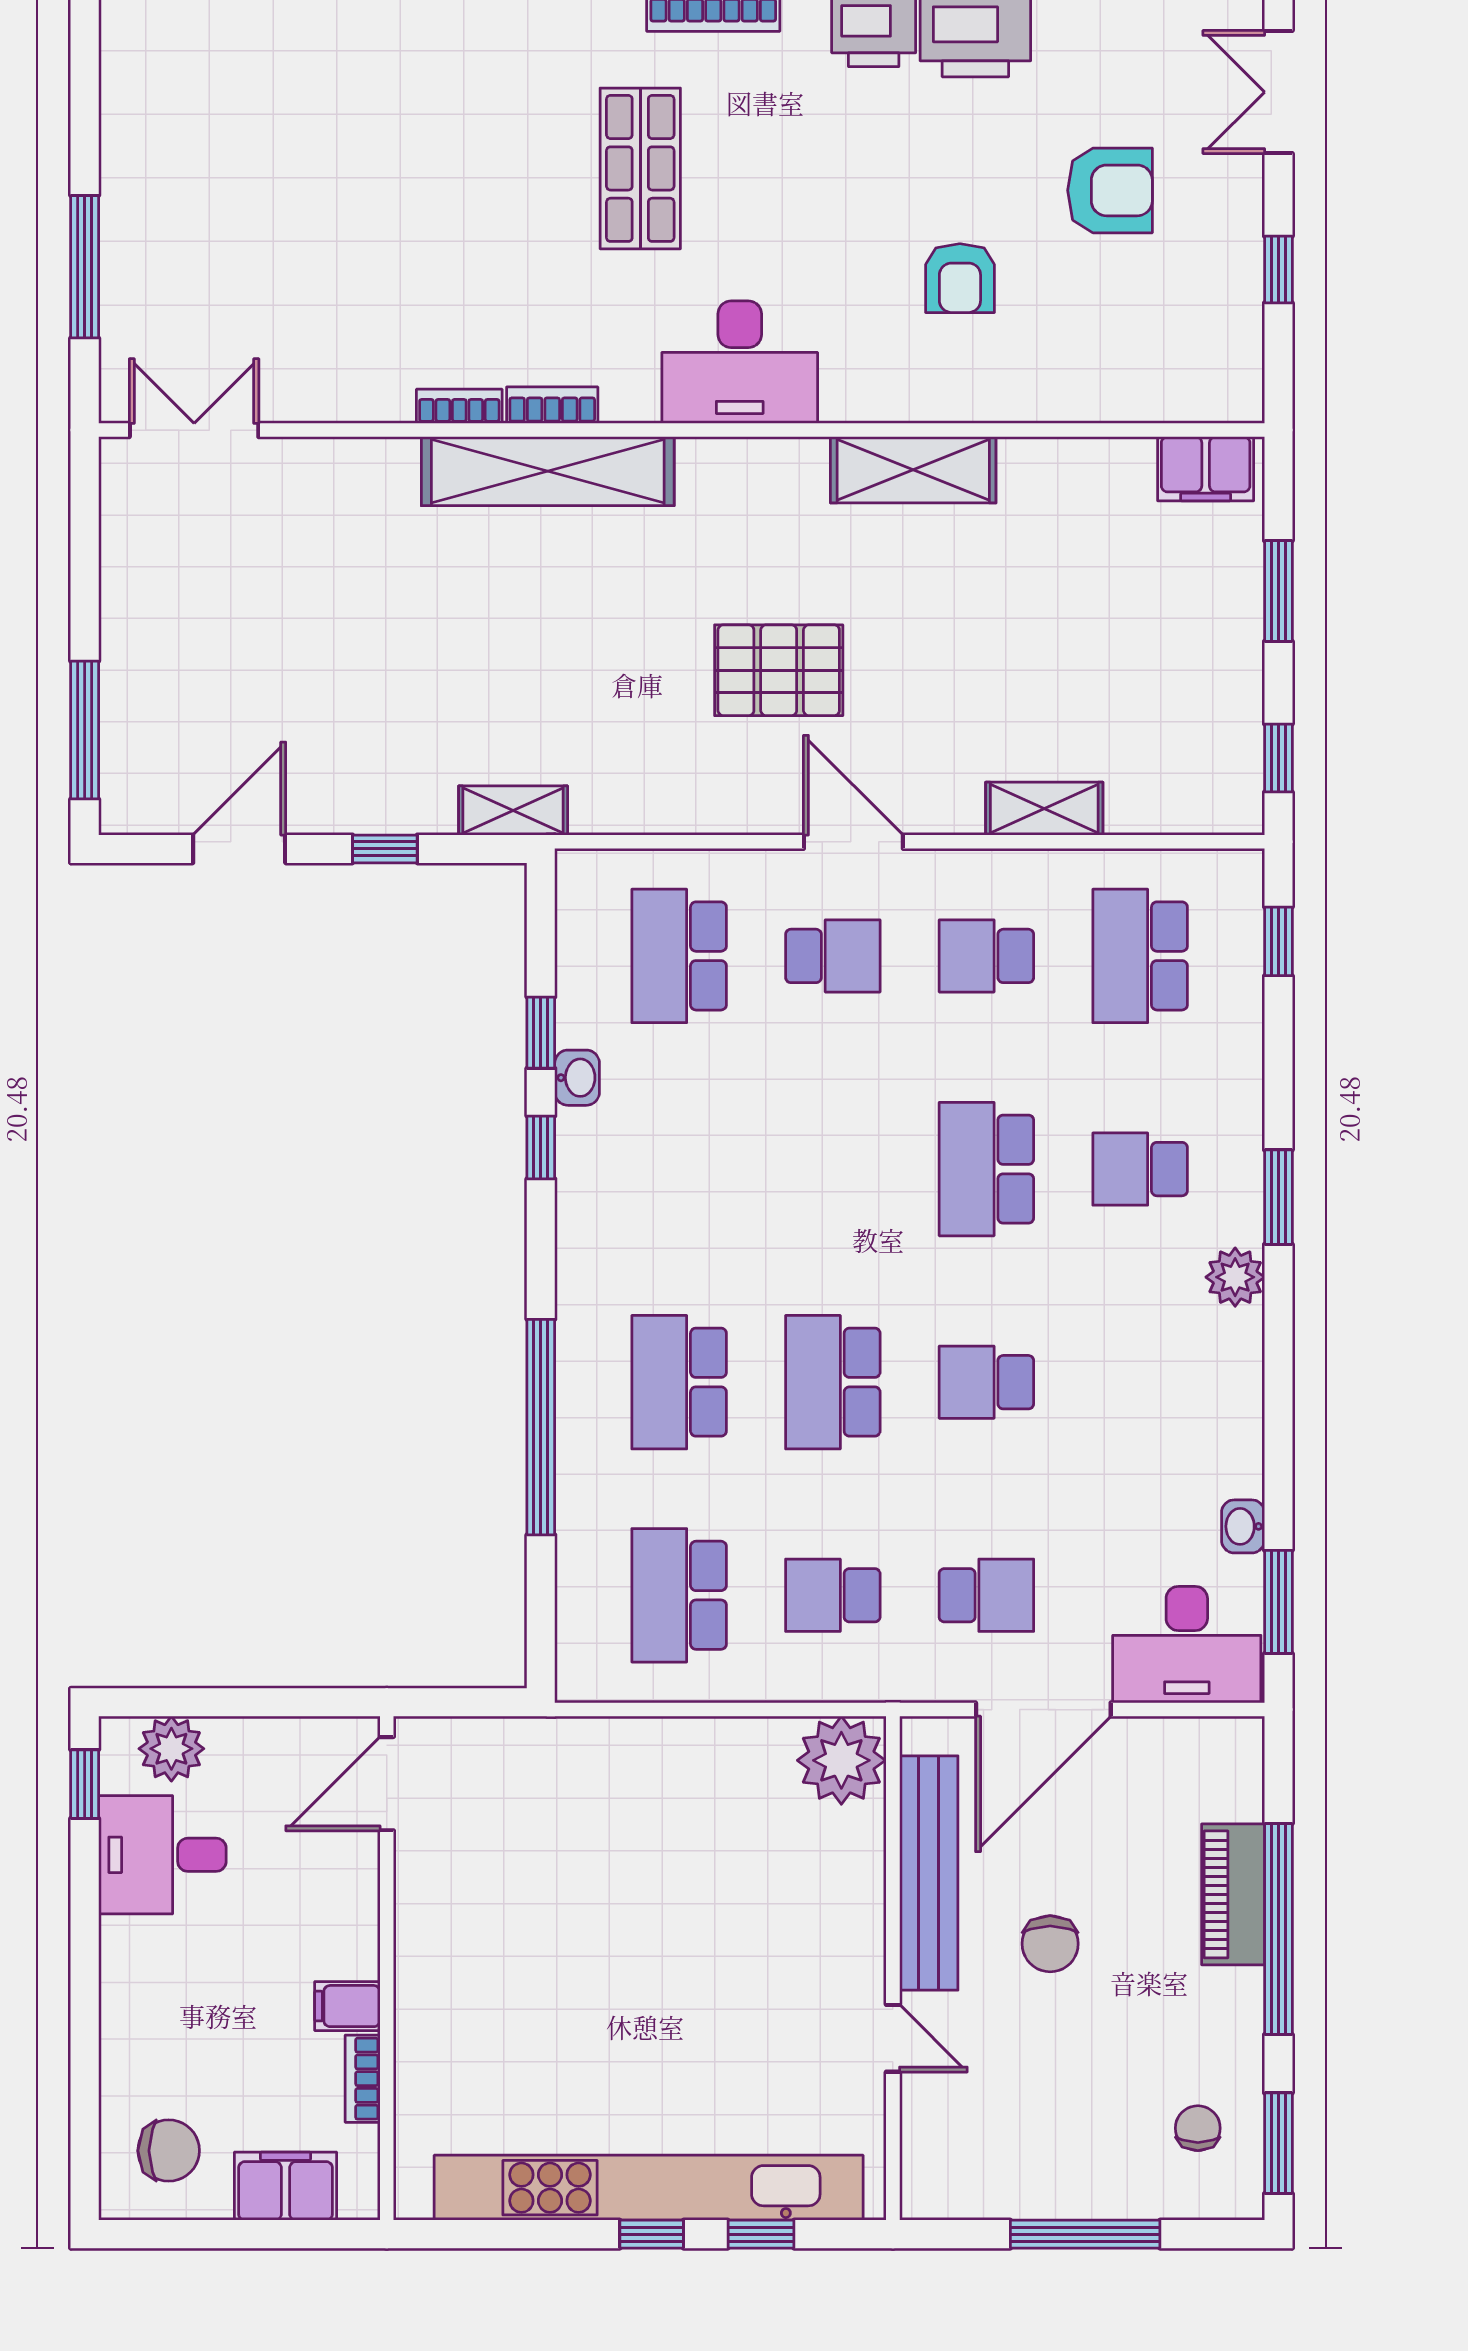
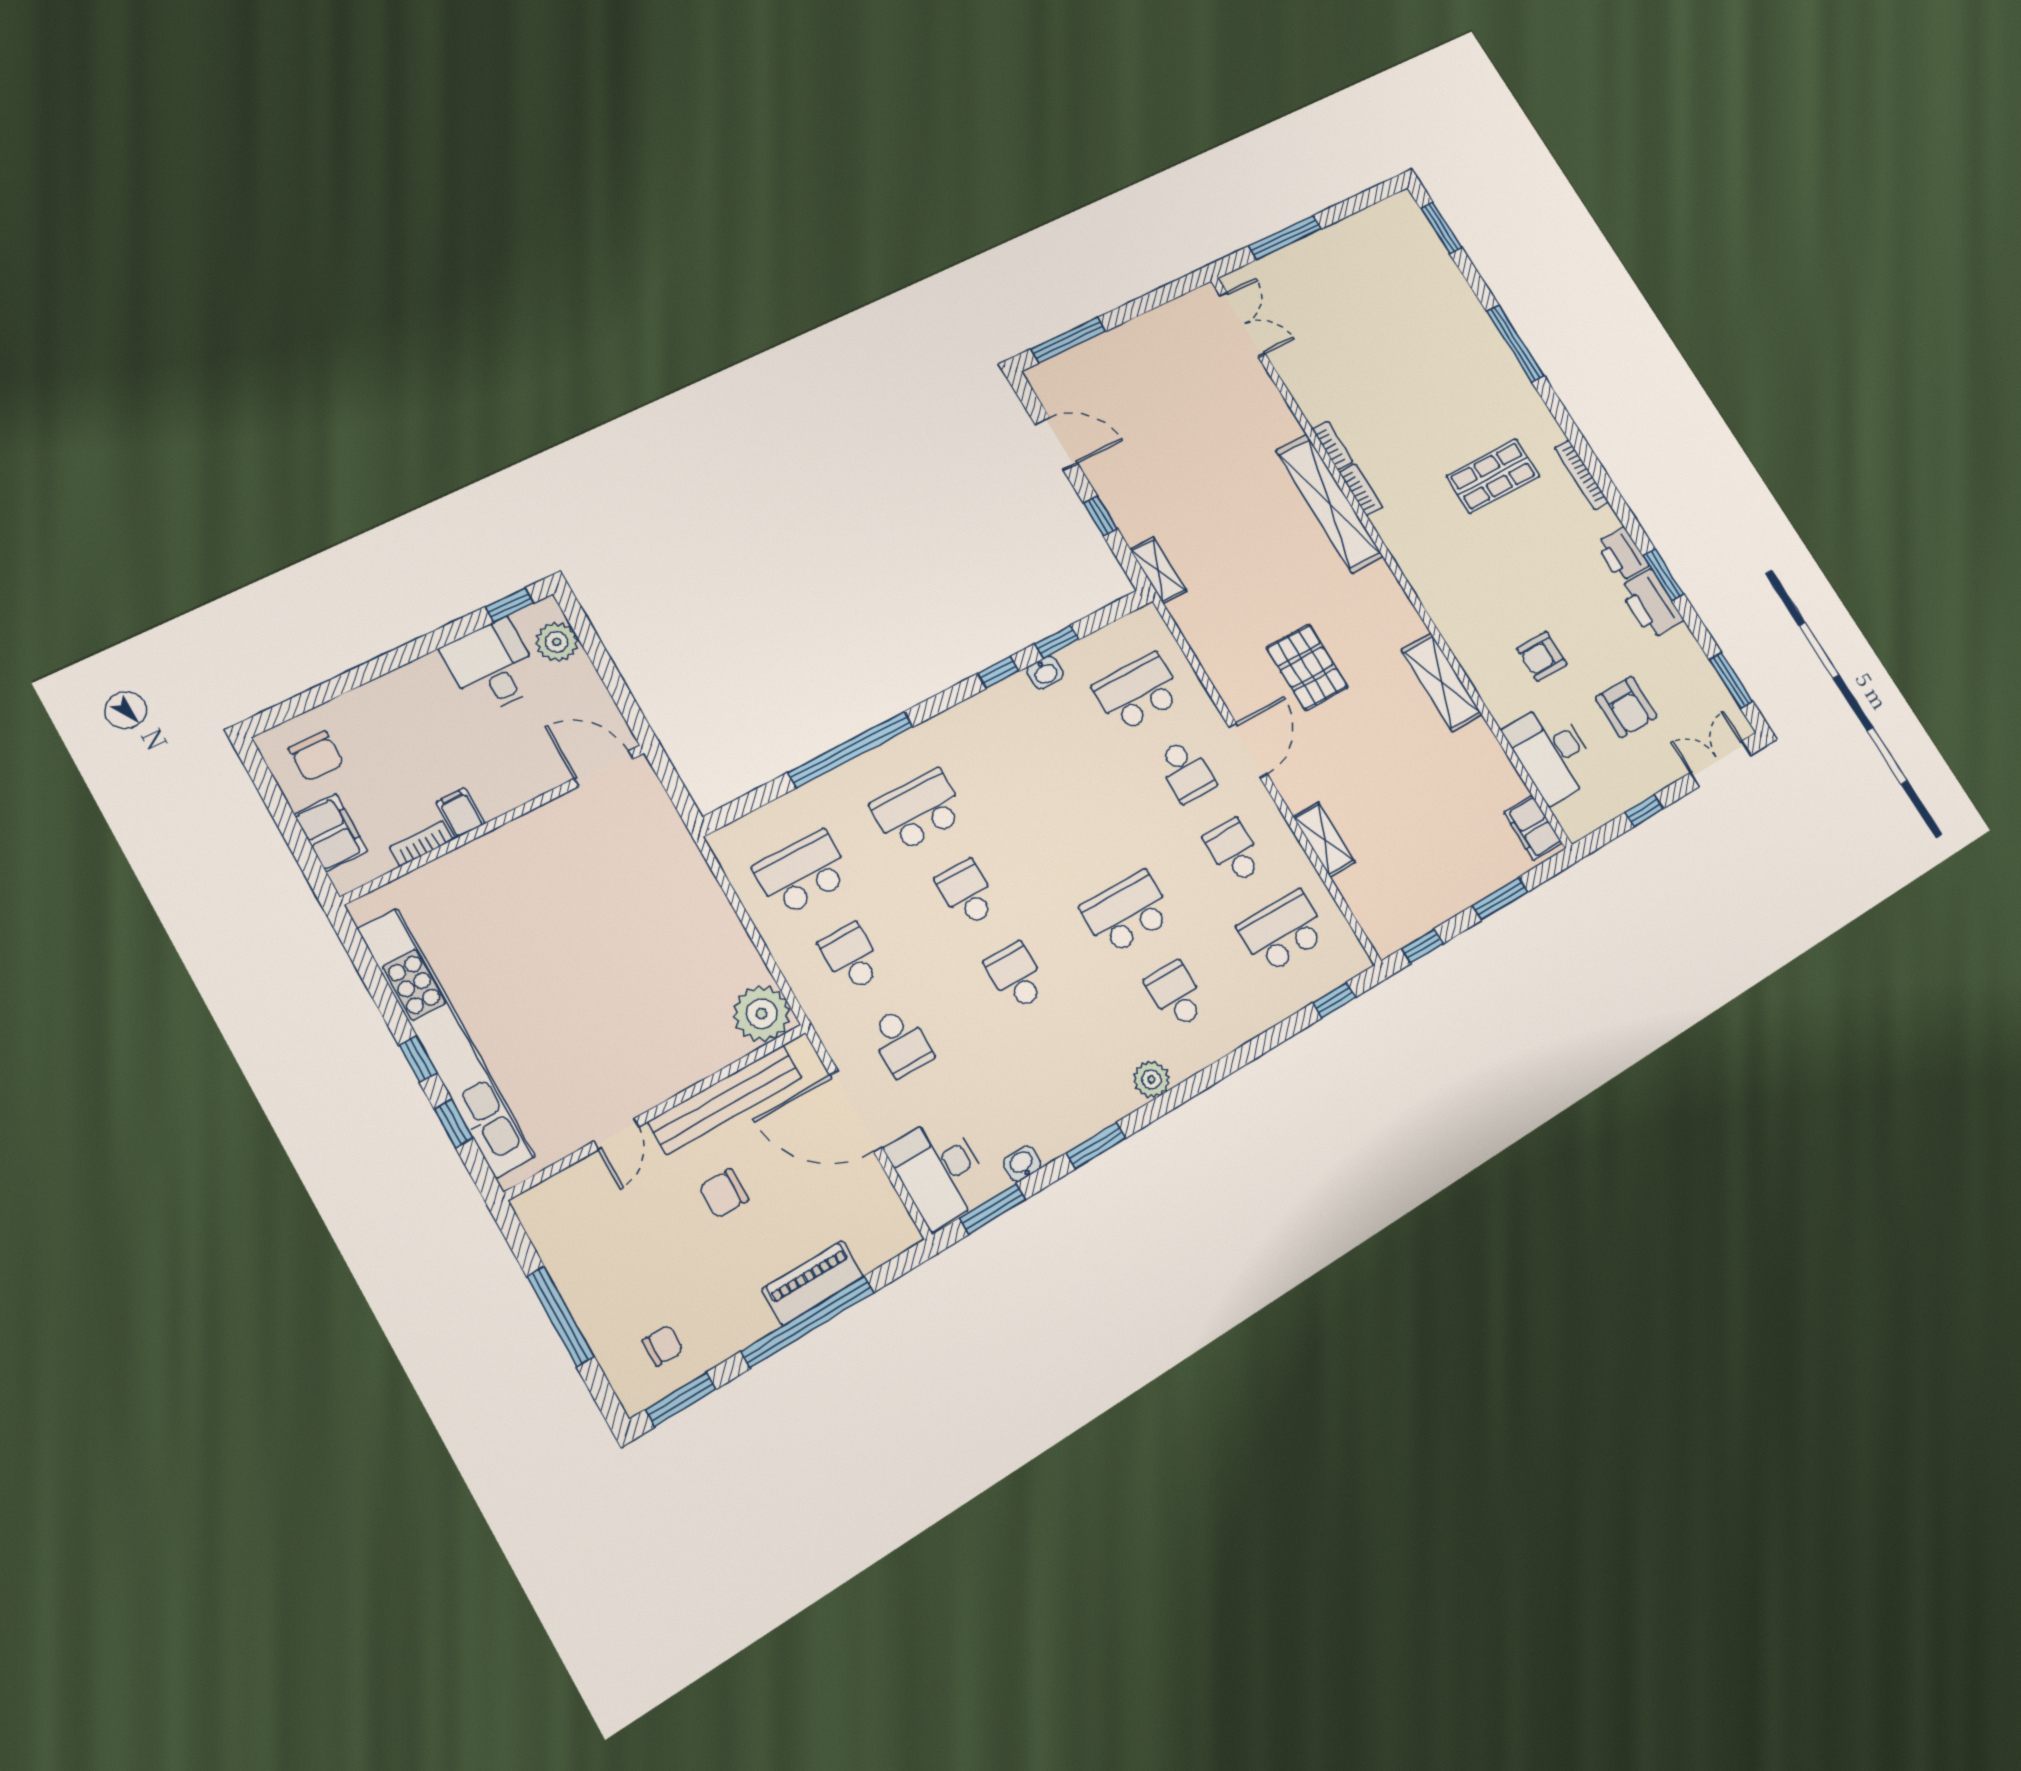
desk: (740, 362) -> (1552, 753), moved
window: (1278, 1197) -> (1096, 1146), moved
school desk: (833, 1382) -> (967, 893), width x0.54

